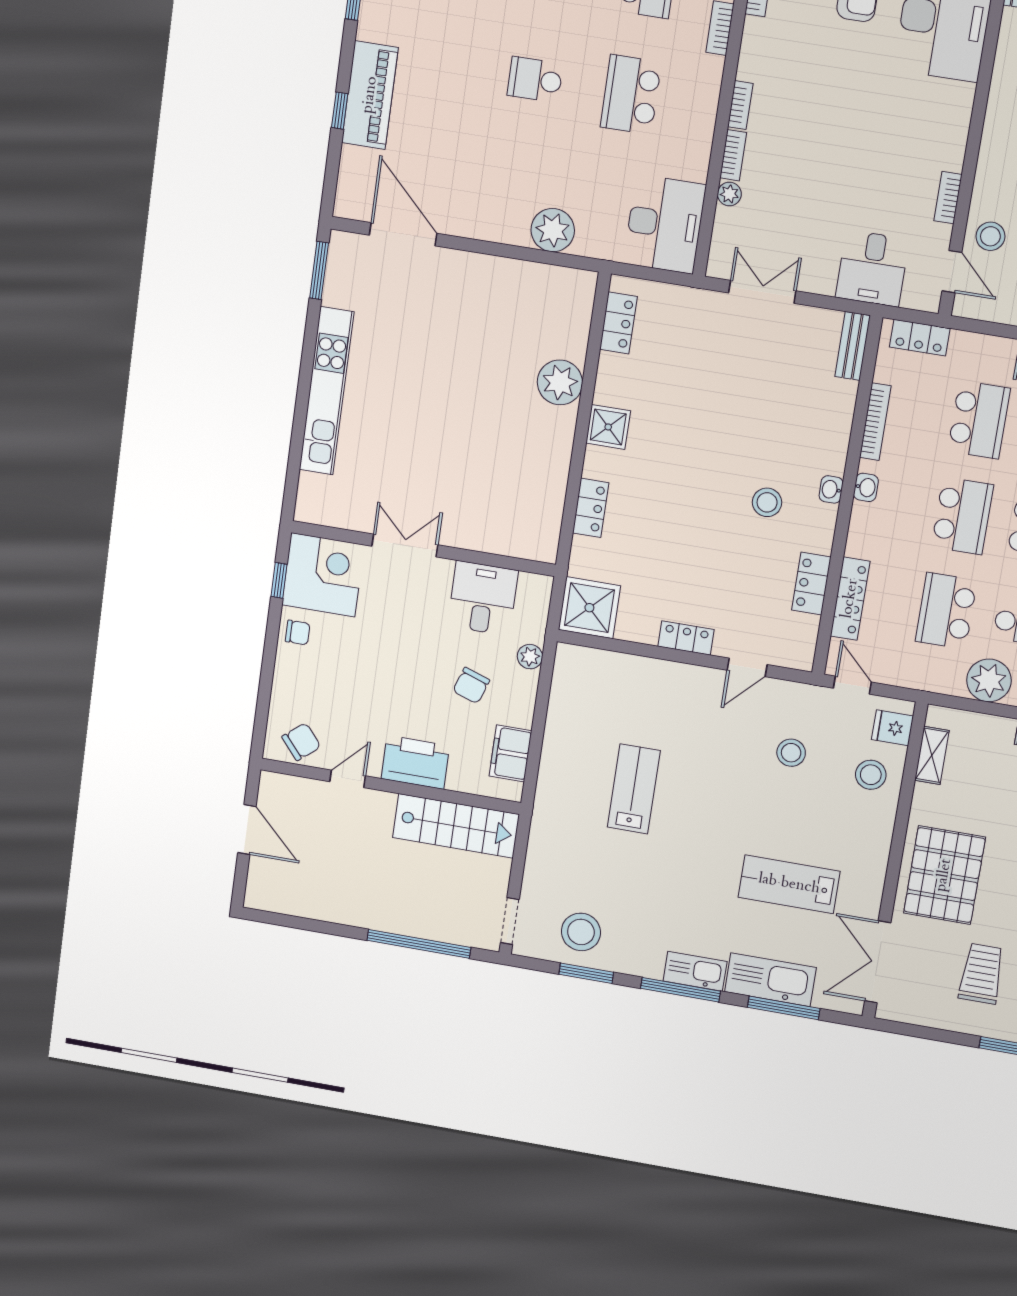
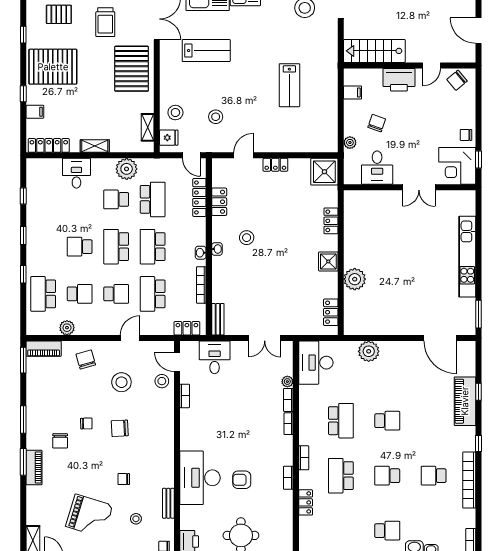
filing cabinet: (510, 753) -> (353, 92), width x0.50

